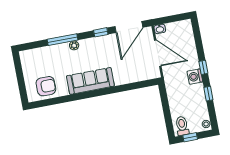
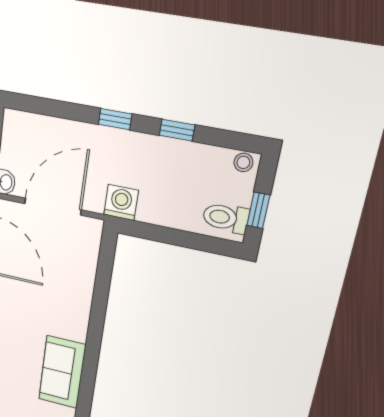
washing machine: (195, 77) -> (121, 203), moved, turned 180
sofa: (90, 81) -> (62, 372), width x0.73

